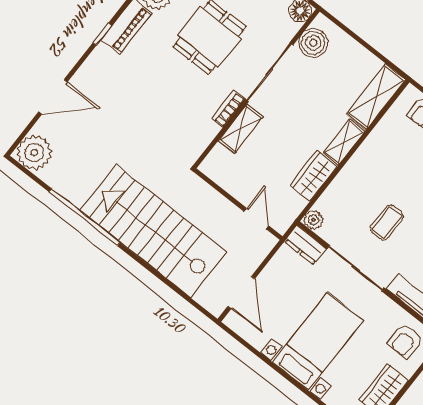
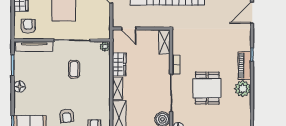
shelving: (241, 129) -> (164, 42), moved
dresser: (305, 245) -> (100, 34), removed

